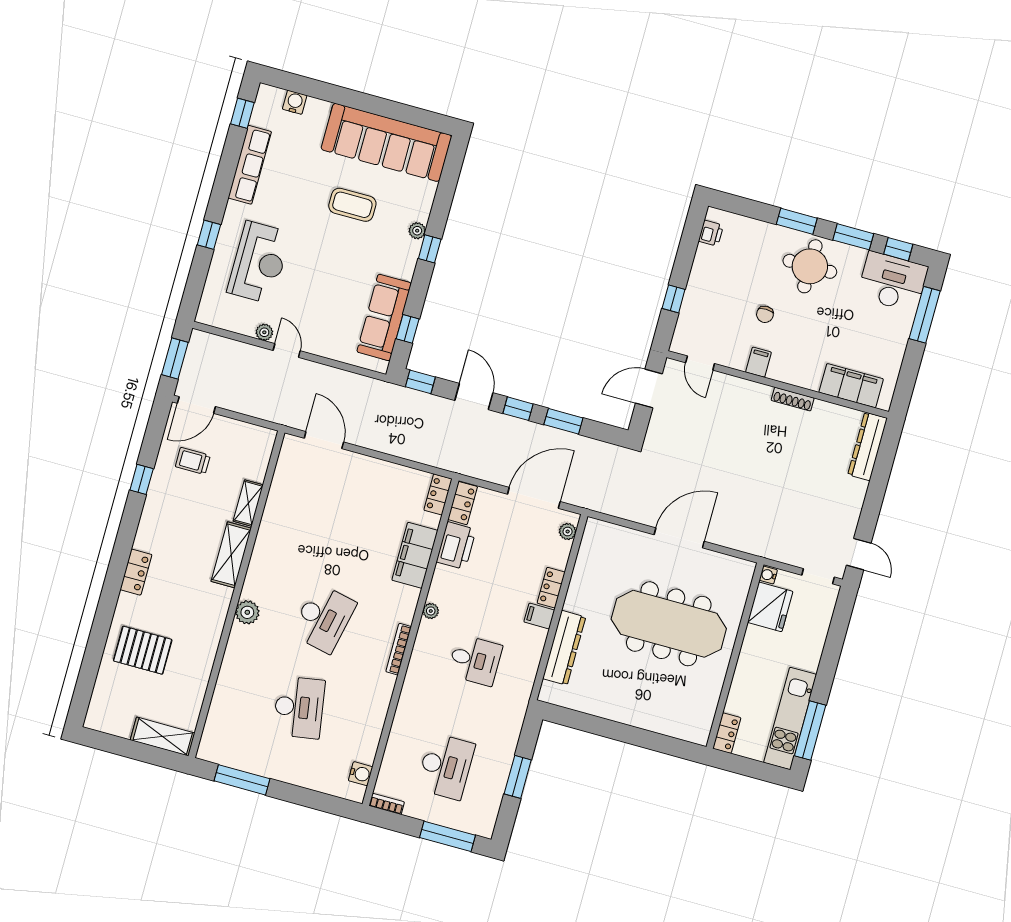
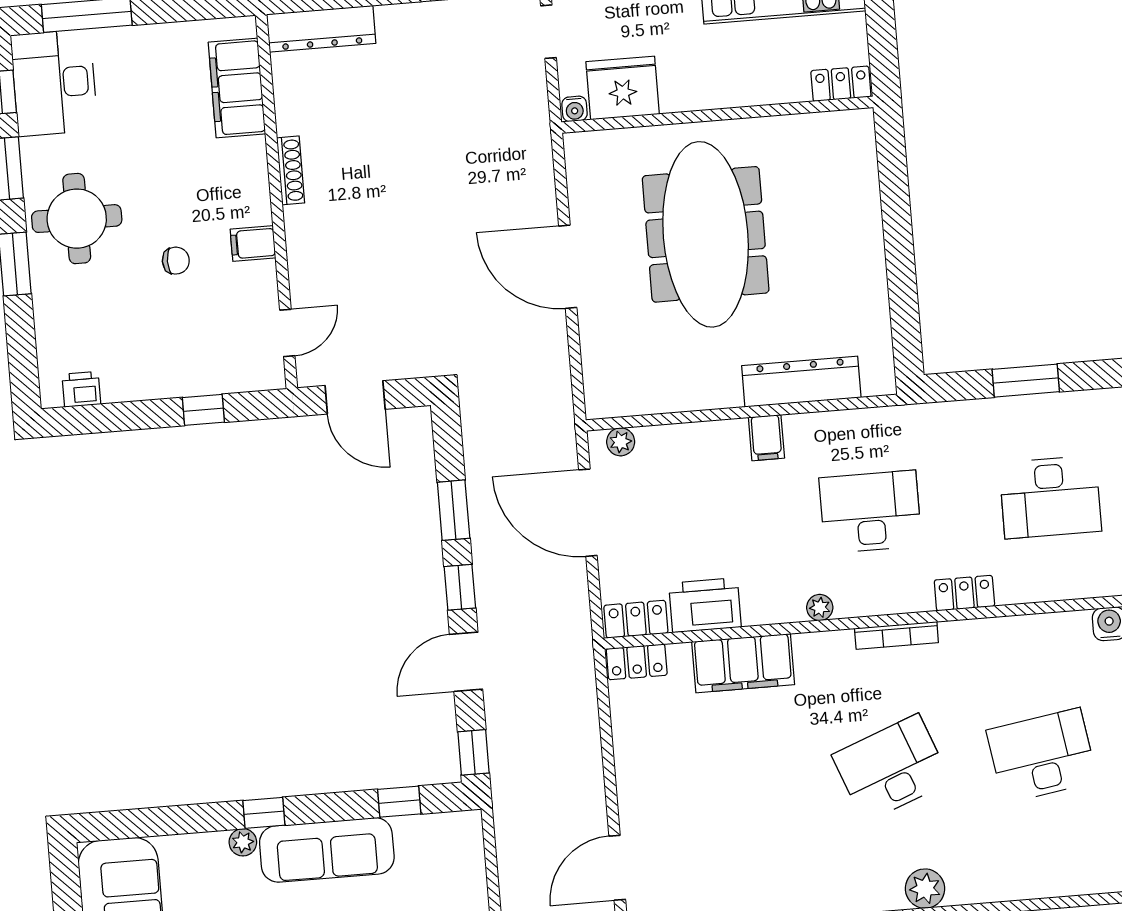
sofa: (384, 317) -> (327, 850), moved
locker: (551, 588) -> (964, 593), moved, turned 180
desk: (324, 618) -> (891, 768), turned -33
desk: (475, 660) -> (870, 512), width x1.37
desk: (446, 766) -> (1050, 497), turned 180

